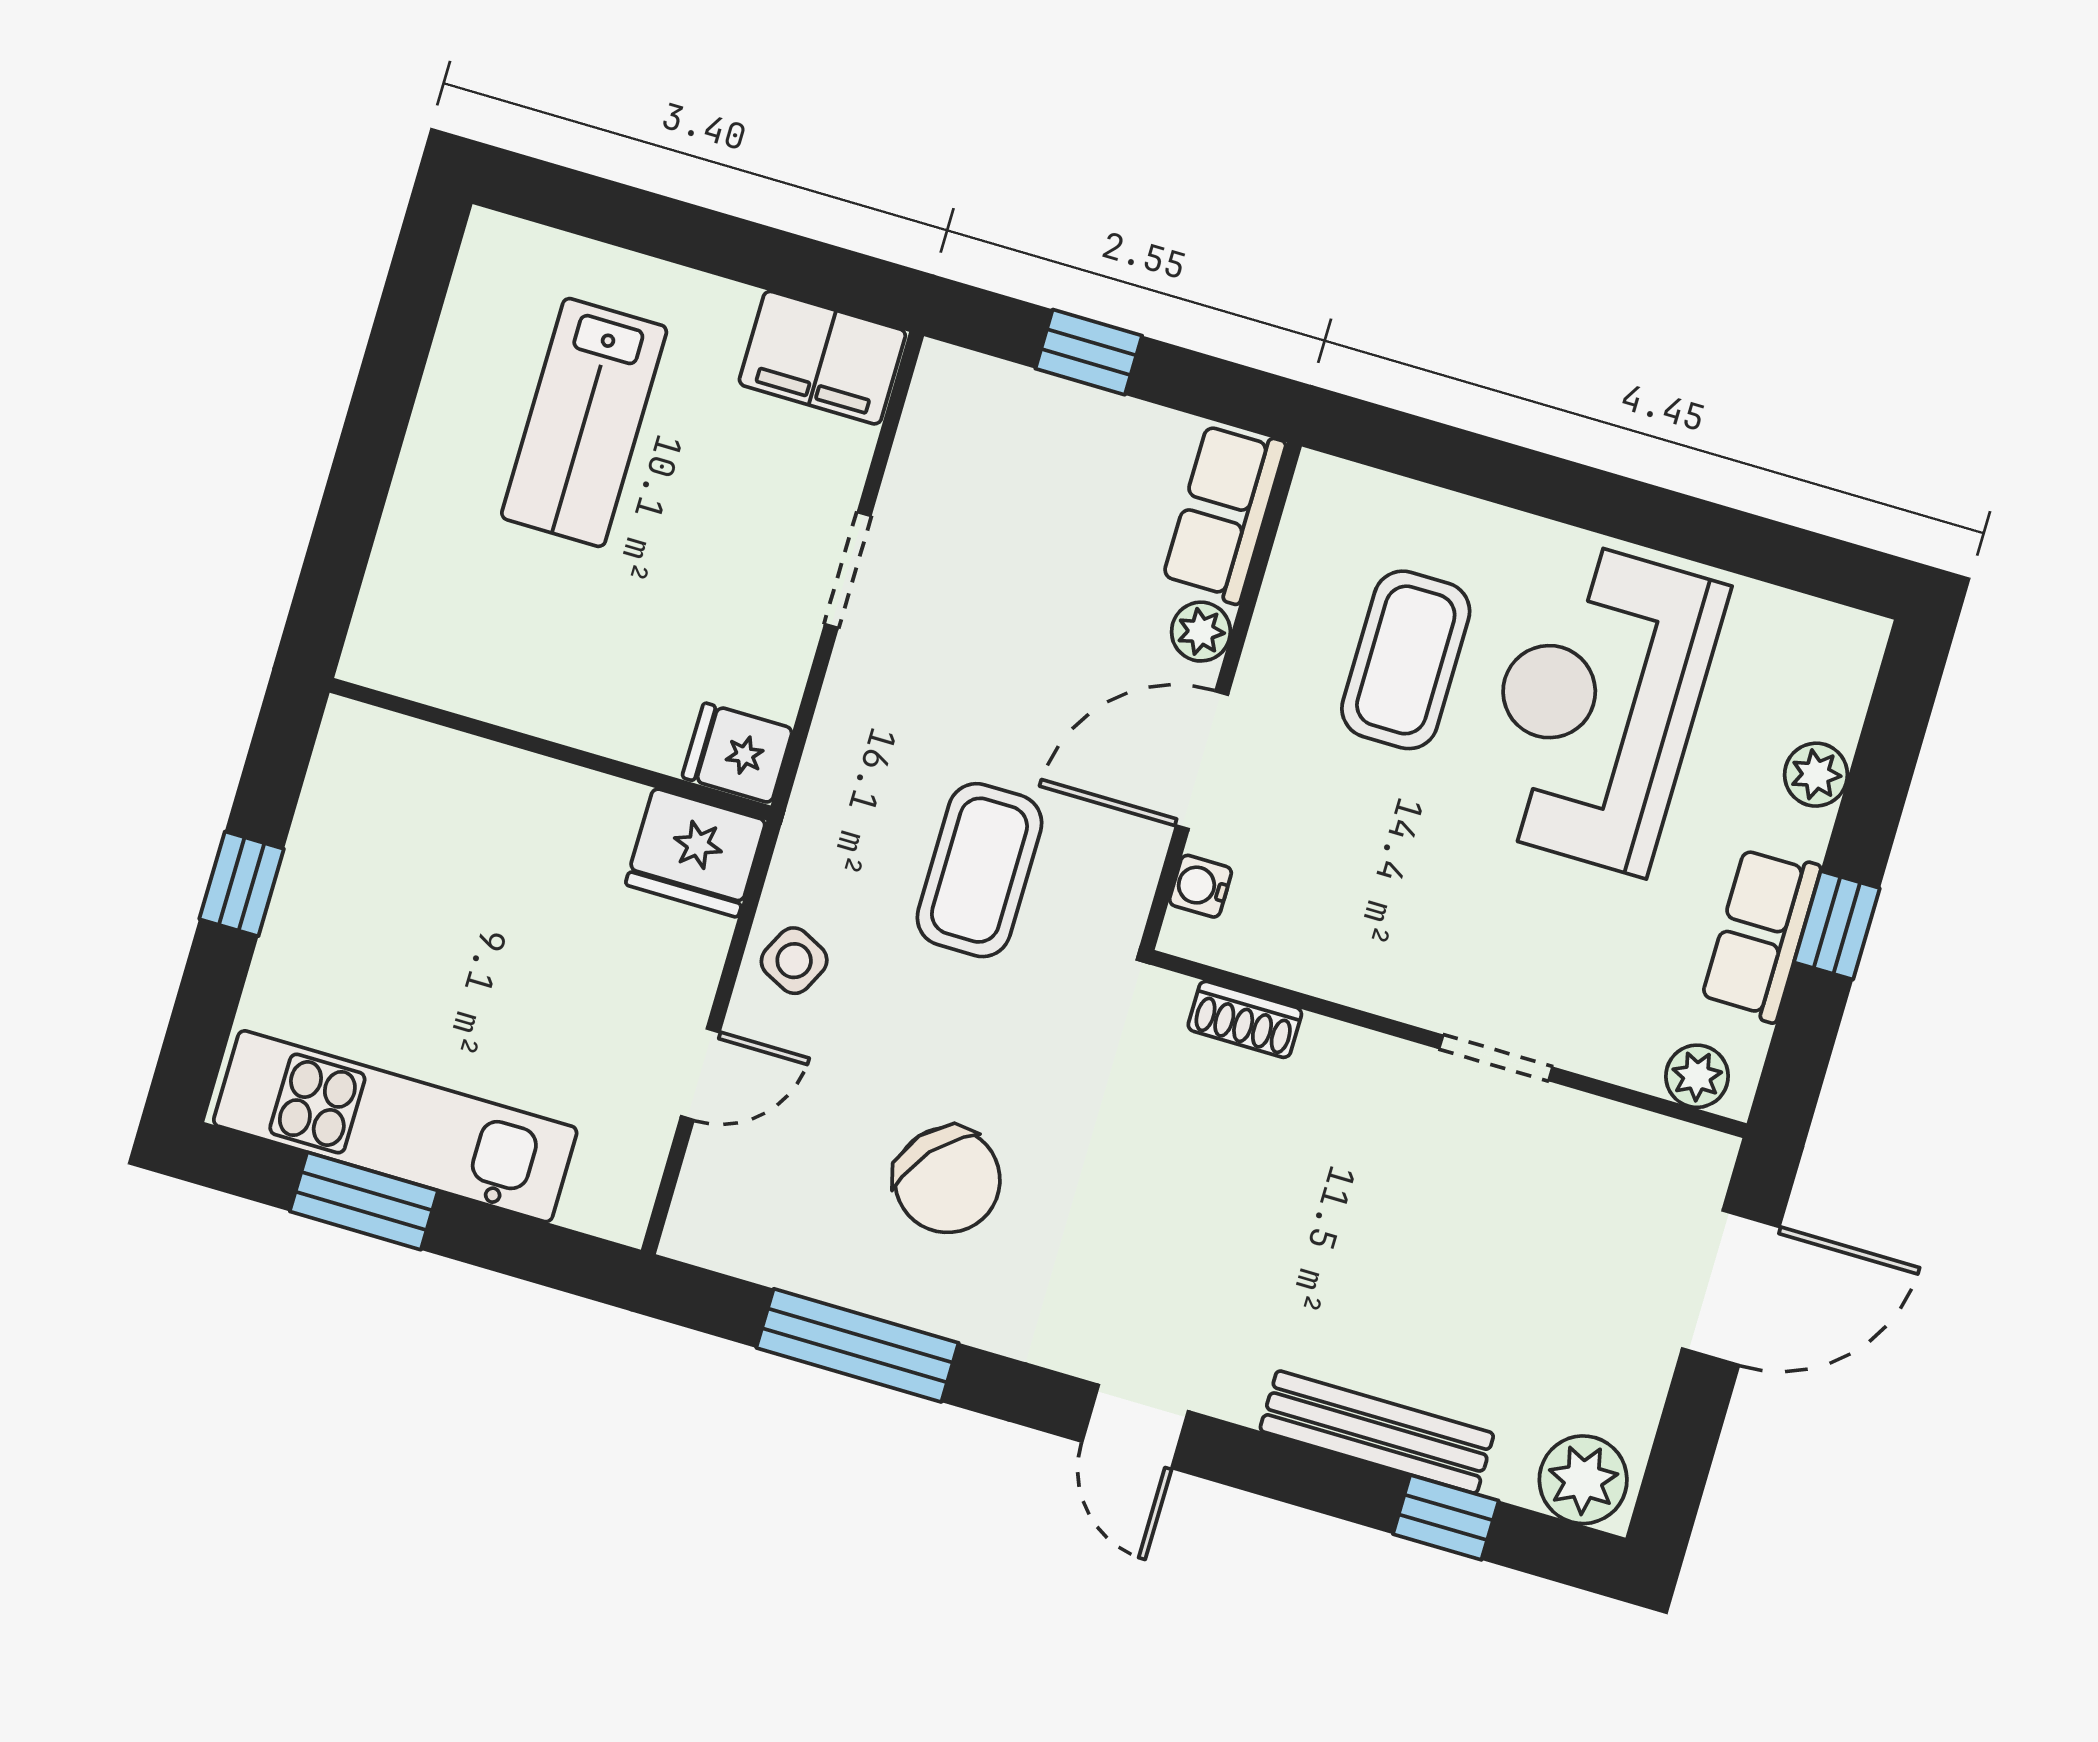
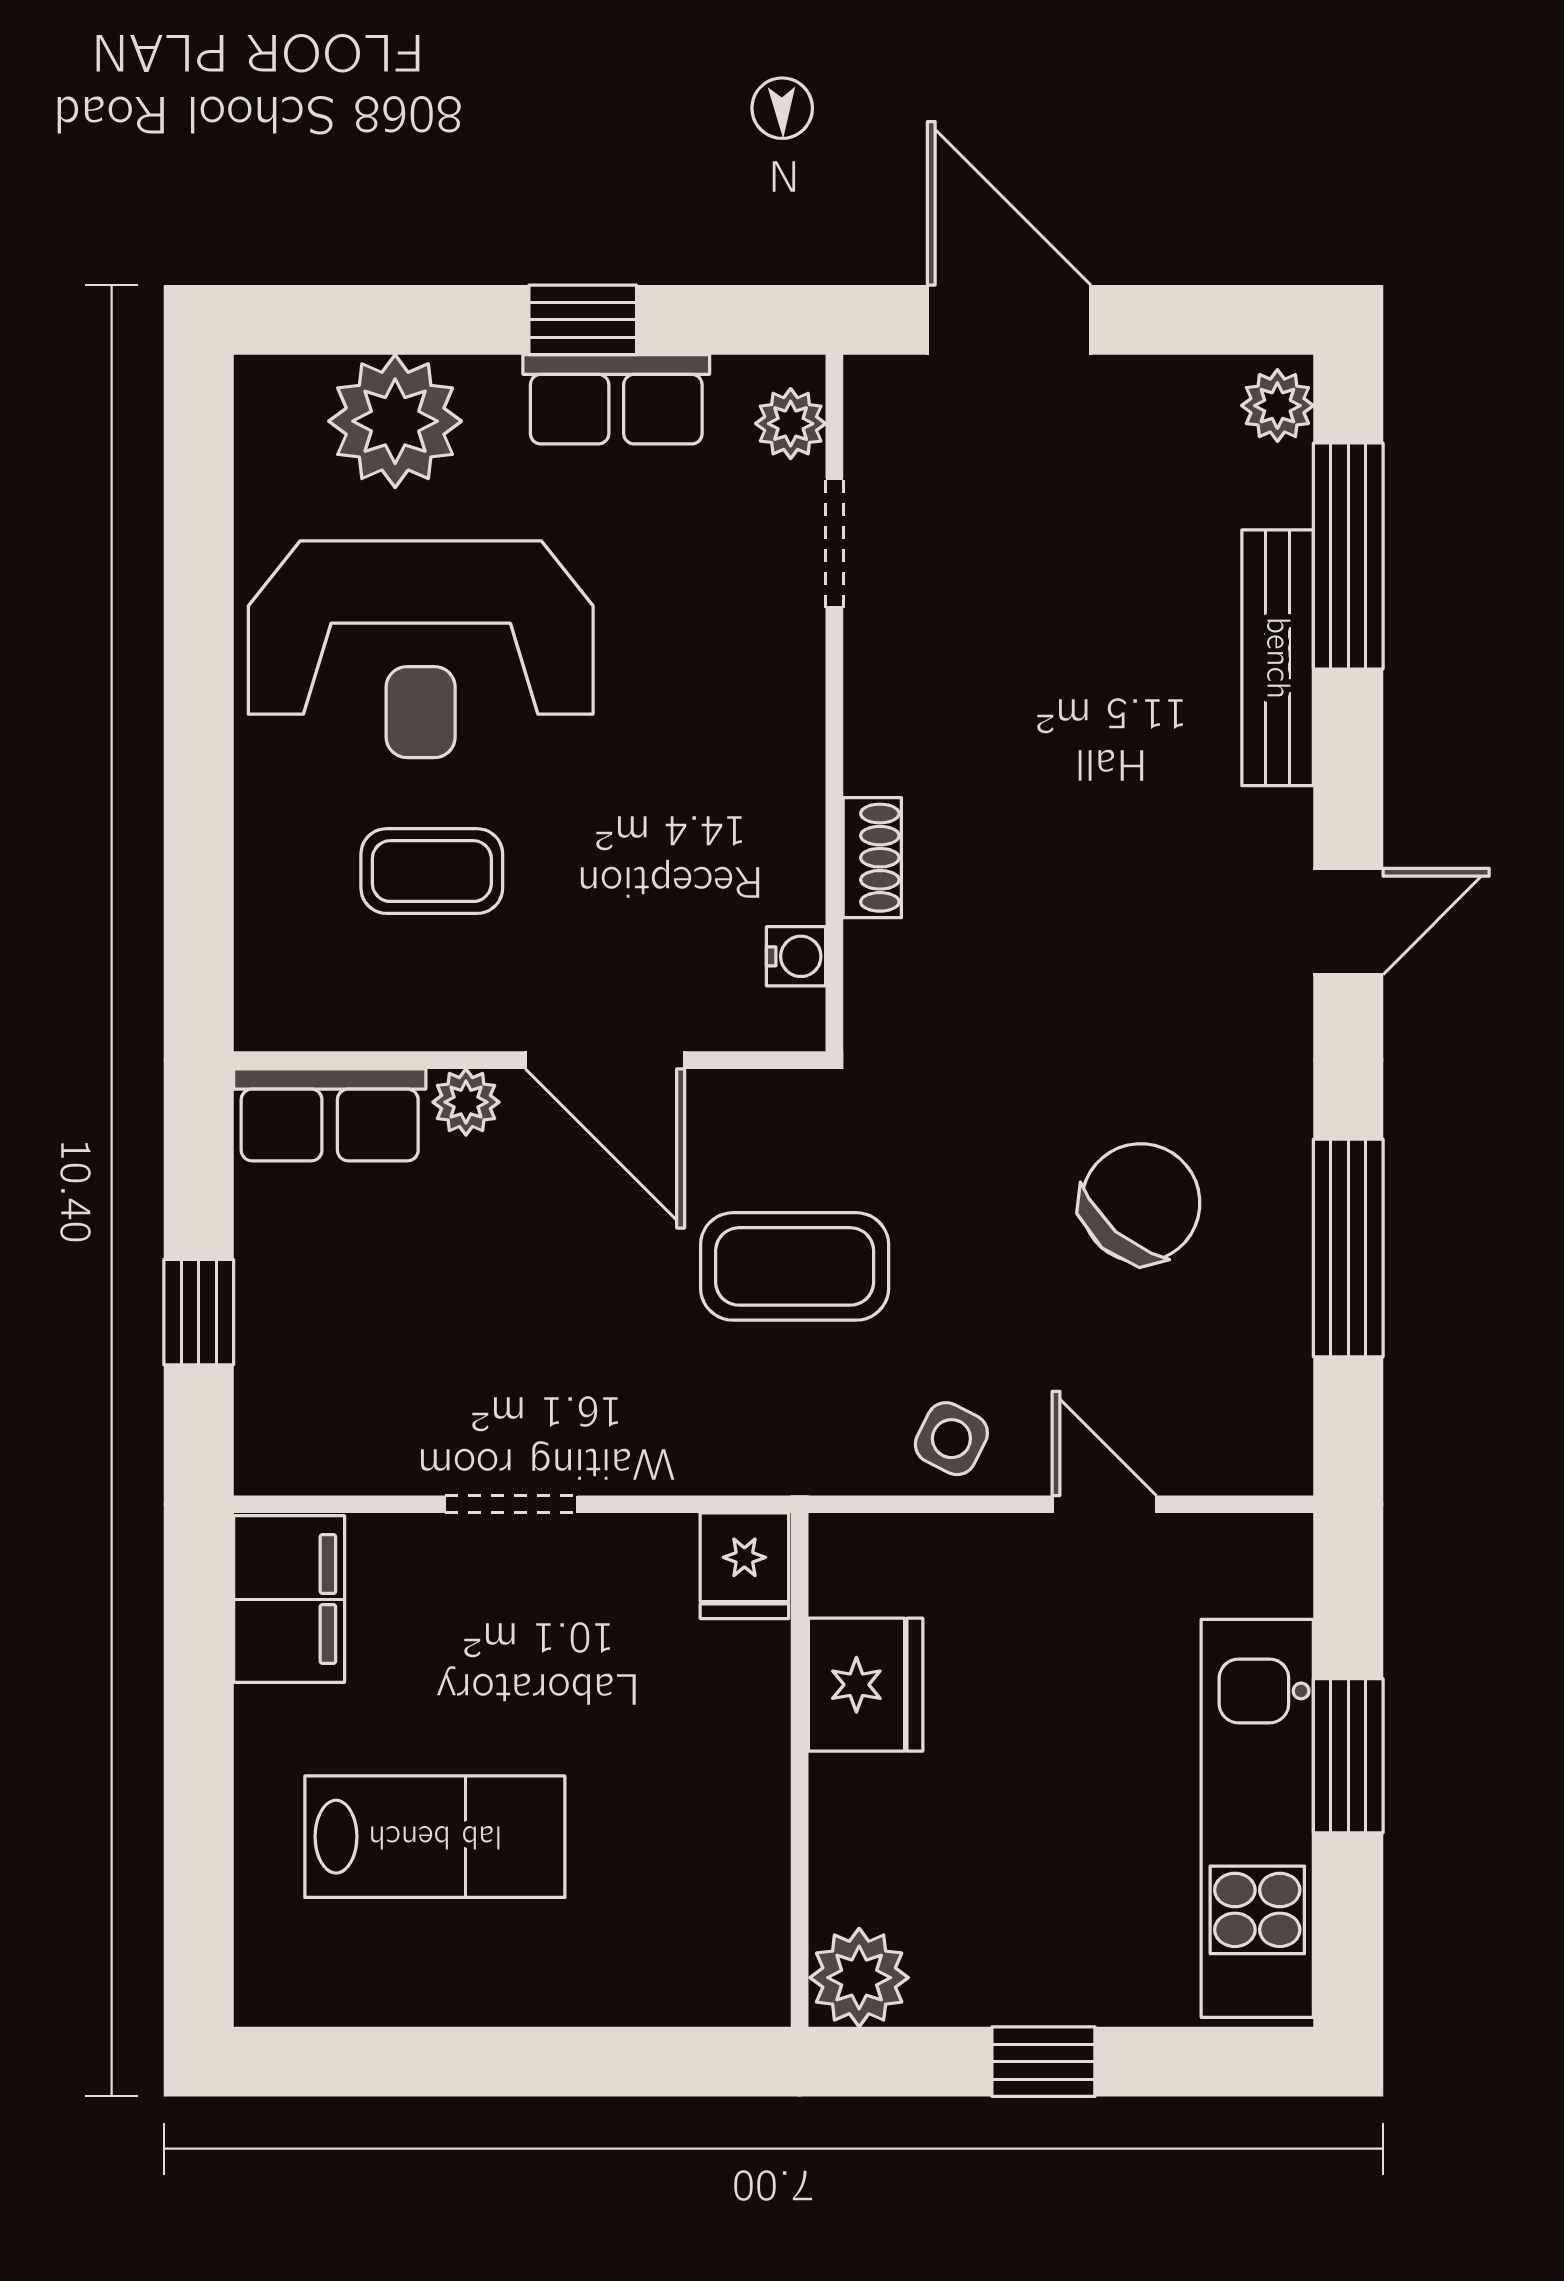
coffee table: (1406, 660) -> (432, 871), width x0.73, depth x0.77
plant: (359, 748) -> (859, 1978), added
plant: (1816, 775) -> (395, 421), width x1.88, depth x1.88
fridge: (696, 853) -> (866, 1685), moved
water cooler: (1200, 886) -> (796, 956), moved, turned -90
shoe rack: (1245, 1019) -> (872, 858), moved
doorway: (1496, 1058) -> (834, 543), moved
window: (364, 1201) -> (1348, 1756), moved
plant: (1583, 1480) -> (1277, 406), width x0.73, depth x0.73
window: (1446, 1517) -> (1348, 556), width x2.17

